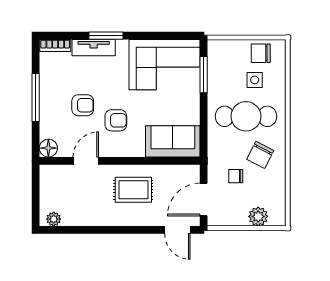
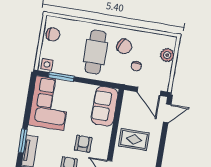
chair: (261, 53) -> (53, 34), turned -90
side table: (255, 80) -> (47, 64), moved
rug: (133, 190) -> (134, 139), turned 90

